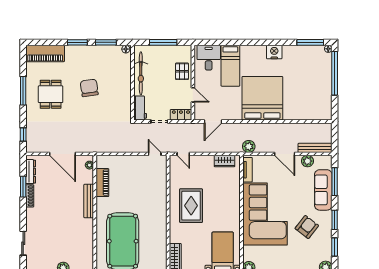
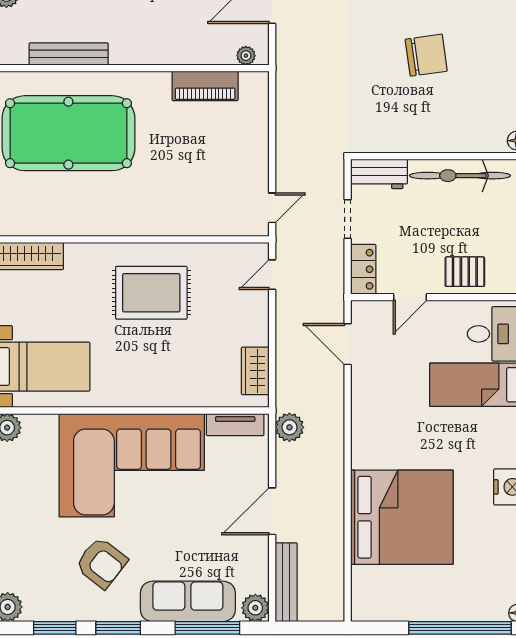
bed: (262, 98) -> (402, 517), moved
plant: (307, 161) -> (255, 608), moved
bench: (89, 201) -> (69, 54), moved

